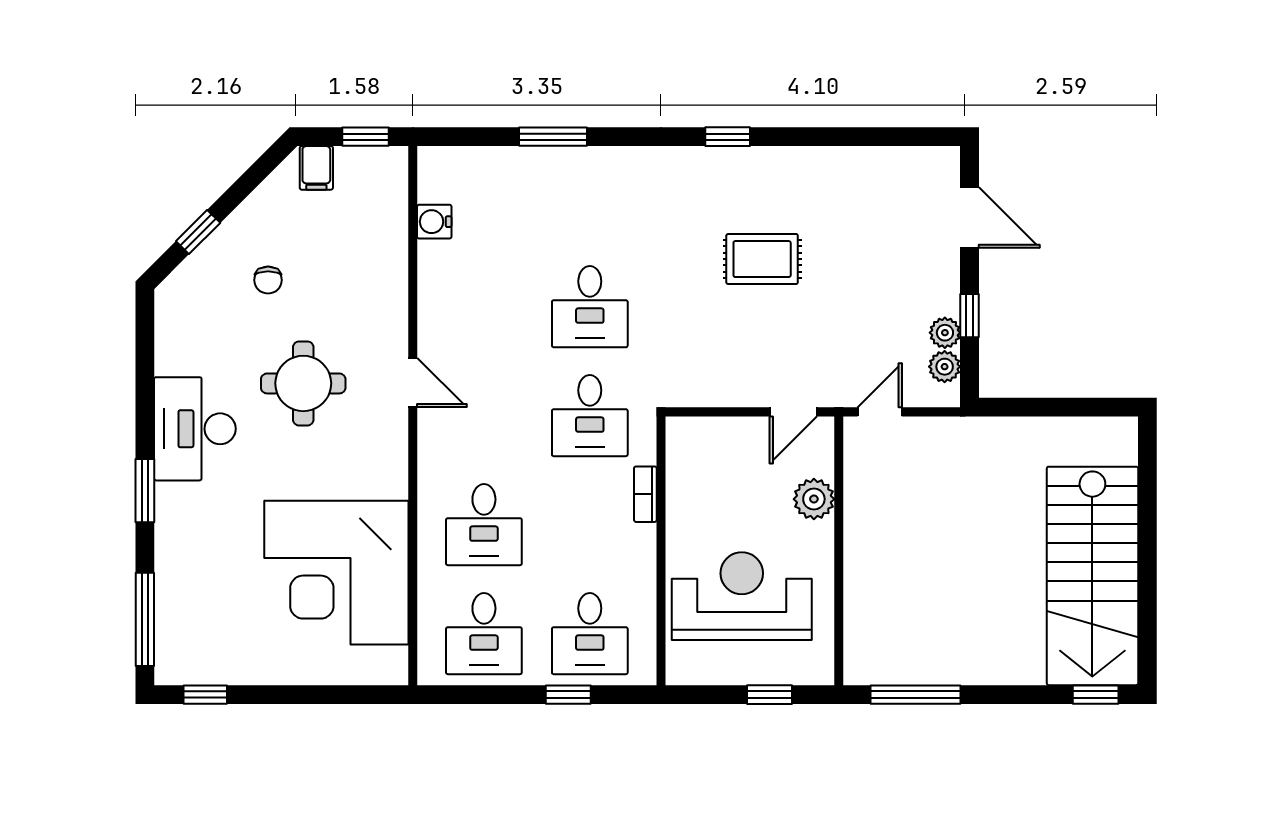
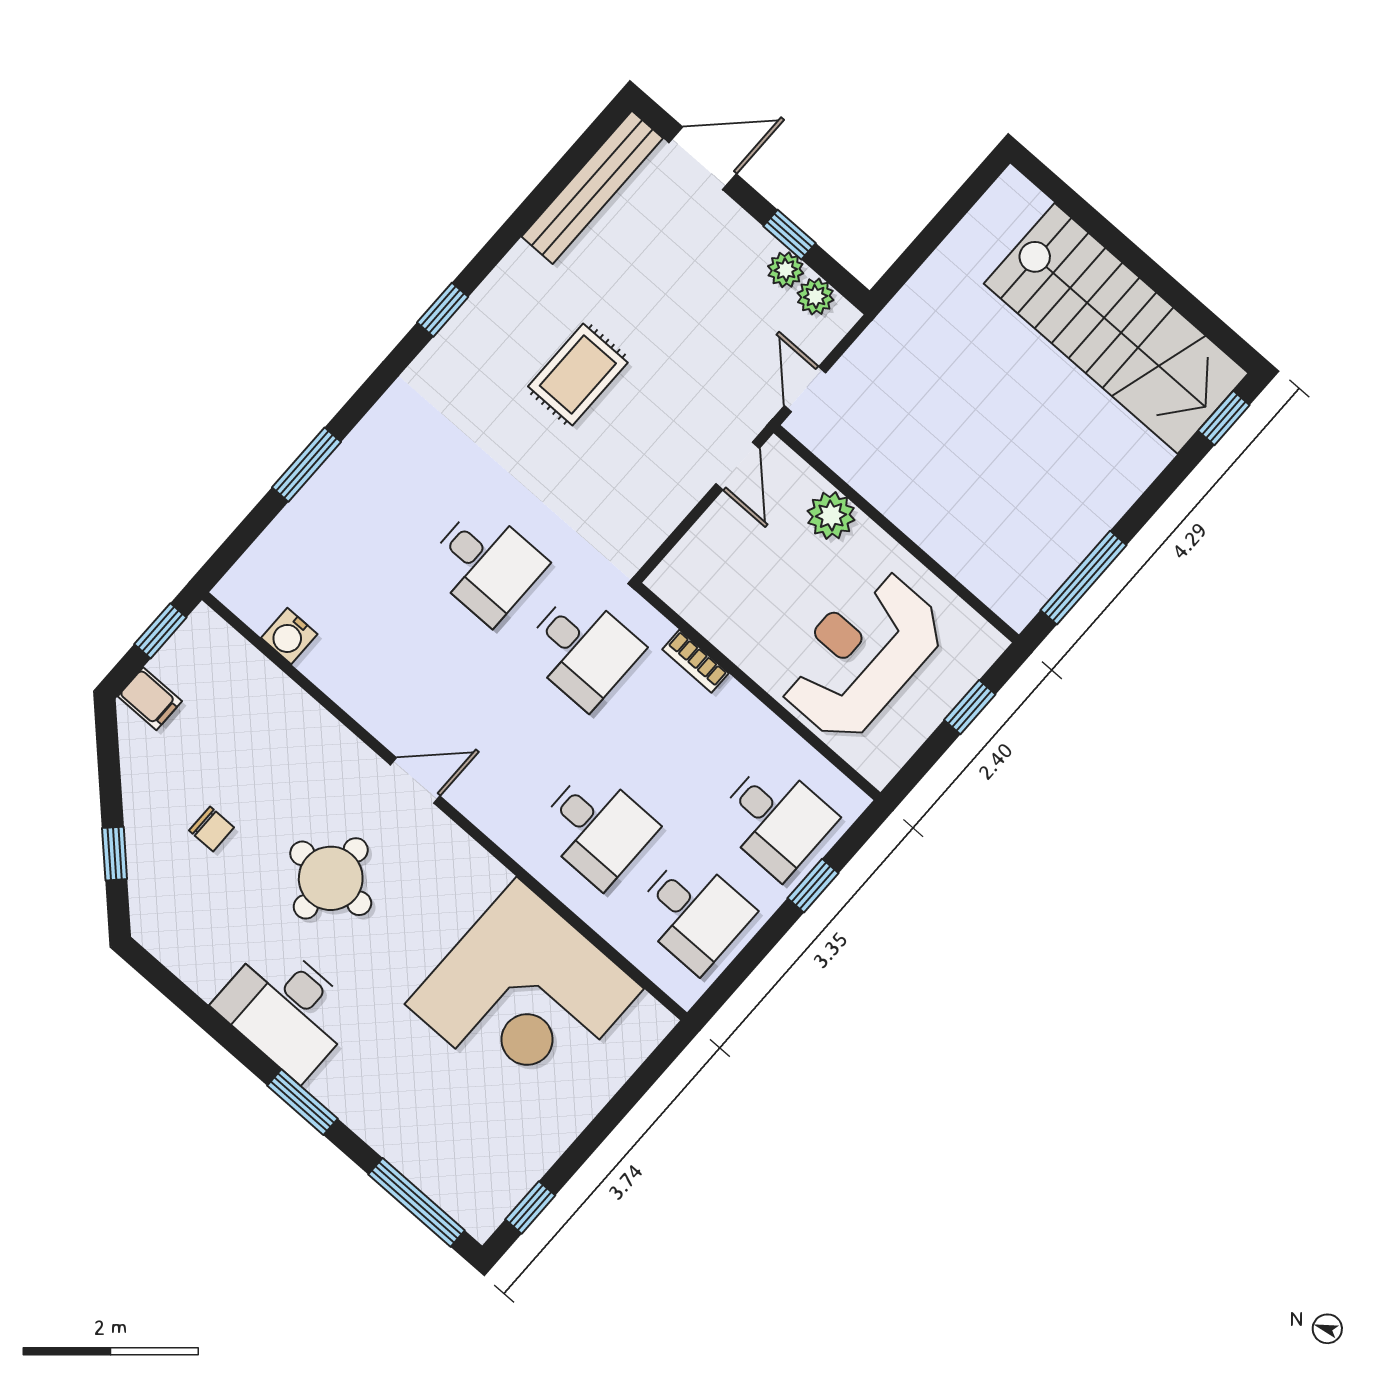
bench: (889, 164) -> (592, 187), added

